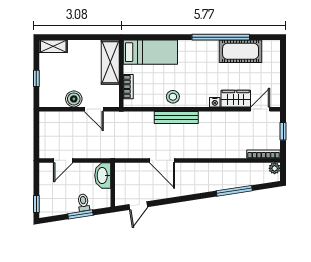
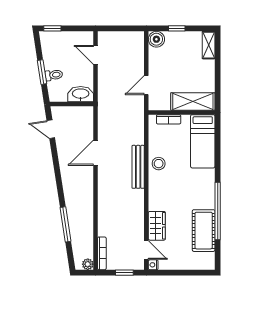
boiler: (74, 99) -> (156, 39), moved
nightstand: (215, 102) -> (153, 265), moved

